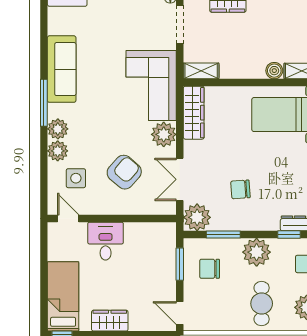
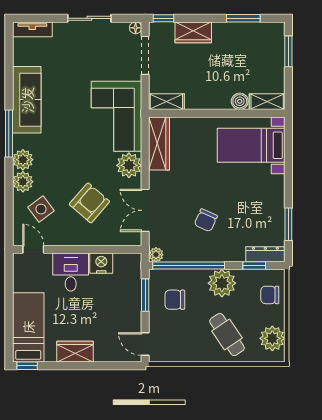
side table: (76, 178) -> (41, 209), turned -37
chair: (240, 189) -> (206, 220), turned -62
plant: (197, 217) -> (156, 255), width x0.53, depth x0.53
nightstand: (136, 232) -> (101, 263), added
window: (223, 235) -> (189, 265), width x2.11
cafe table: (262, 304) -> (227, 335), turned -34

